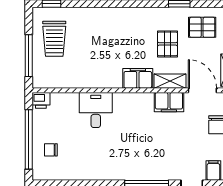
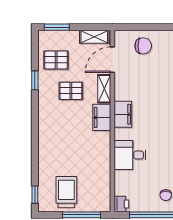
pallet: (202, 27) -> (56, 60), turned 90
trolley: (54, 39) -> (66, 192), turned -90
filing cabinet: (169, 102) -> (123, 114), moved

